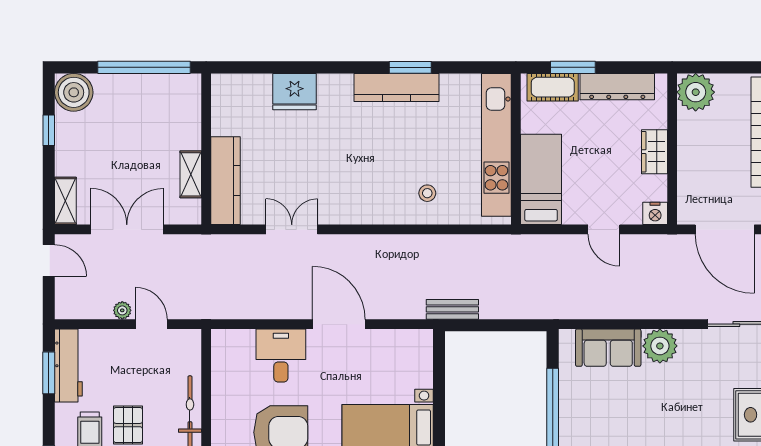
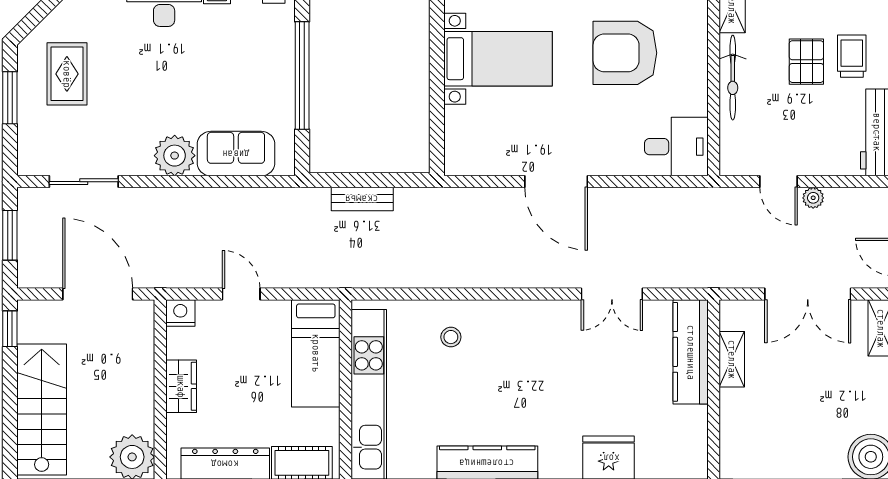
bench: (452, 309) -> (362, 199), moved
desk: (281, 355) -> (676, 147), moved, turned -90

